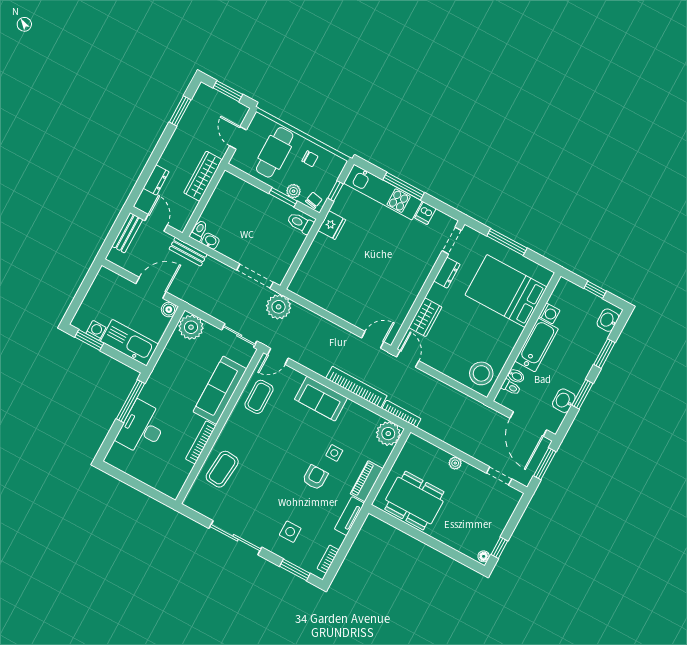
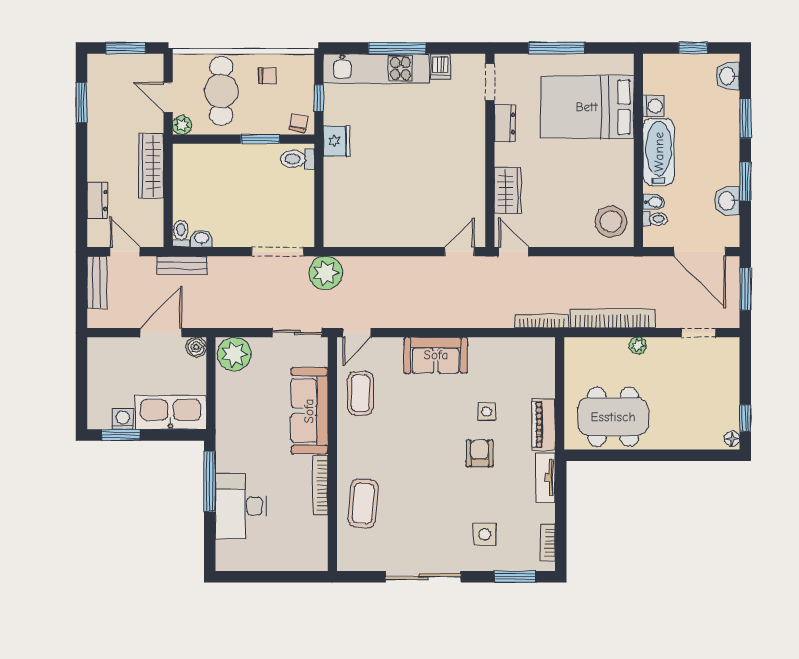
plant: (293, 191) -> (182, 125), moved
bookcase: (356, 387) -> (613, 319), moved
plant: (388, 434) -> (539, 354), removed

